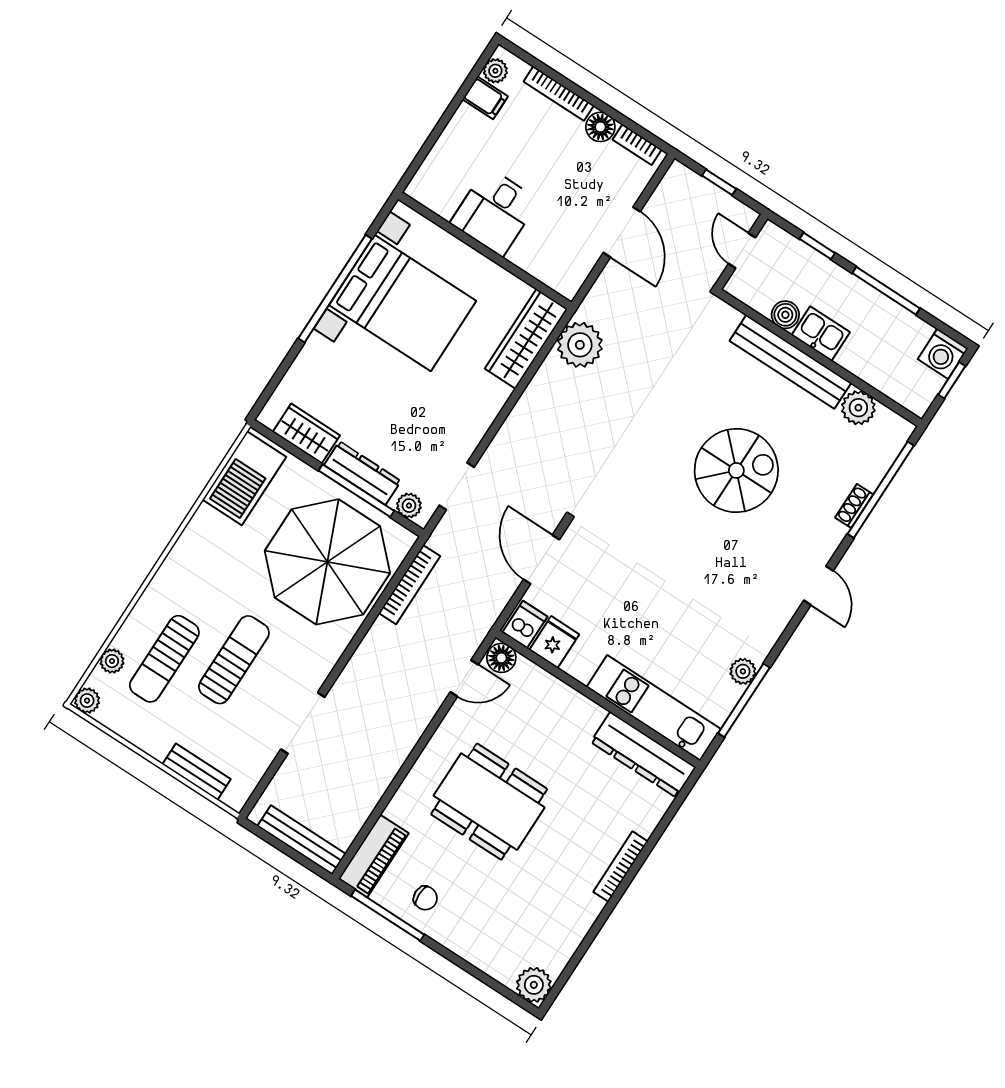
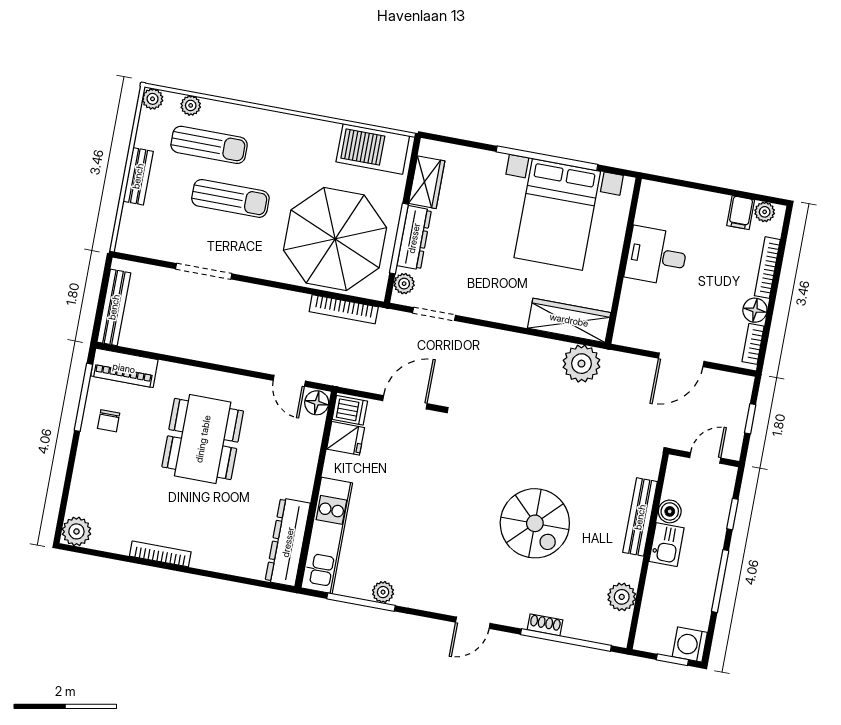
bench: (790, 362) -> (640, 517), width x0.73, depth x0.82
sun lounger: (164, 659) -> (209, 145), turned 180
bench: (197, 772) -> (138, 176), moved
bookcase: (621, 867) -> (160, 554), moved

